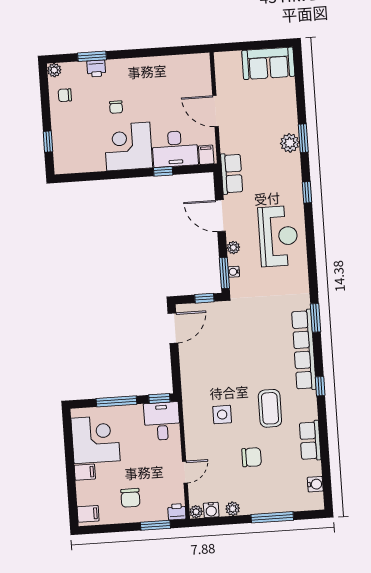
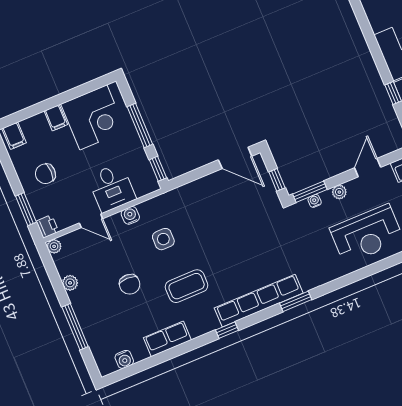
door: (220, 216) -> (368, 168), width x0.73
desk: (162, 421) -> (112, 188), moved, turned 90
water cooler: (211, 510) -> (130, 215), moved, turned 90

